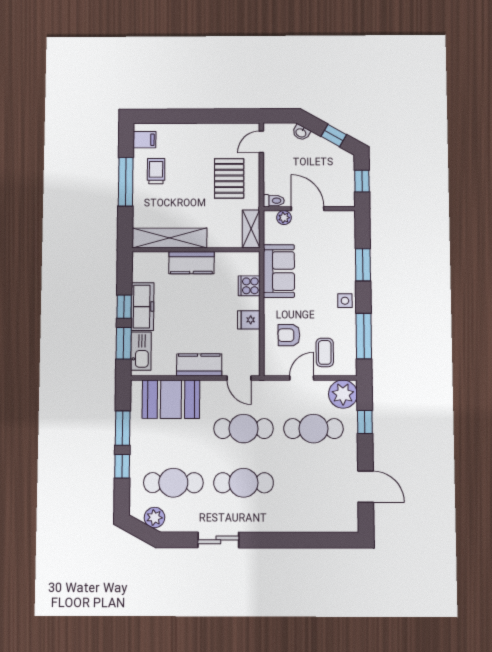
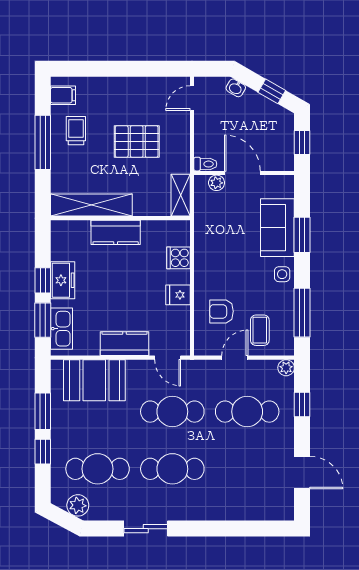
pallet: (229, 178) -> (137, 142), moved, turned 90
sofa: (279, 271) -> (277, 228), moved, turned 180
freezer: (142, 307) -> (63, 280), width x0.71
plant: (343, 394) -> (286, 368), width x0.53, depth x0.53

